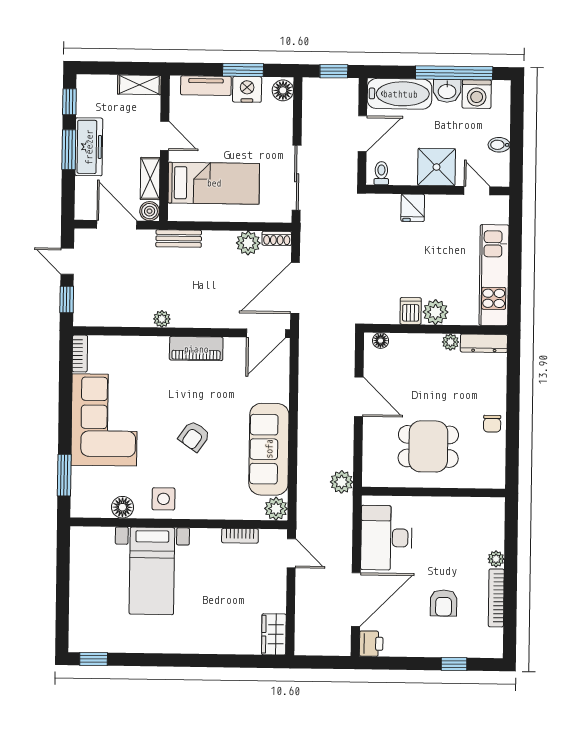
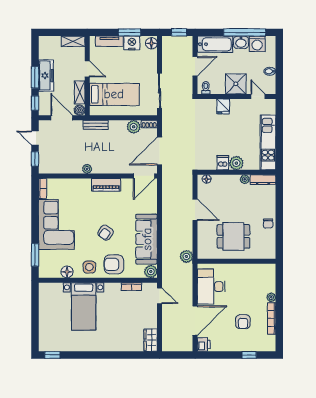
window: (69, 102) -> (35, 103), moved
armchair: (209, 495) -> (114, 264), added

